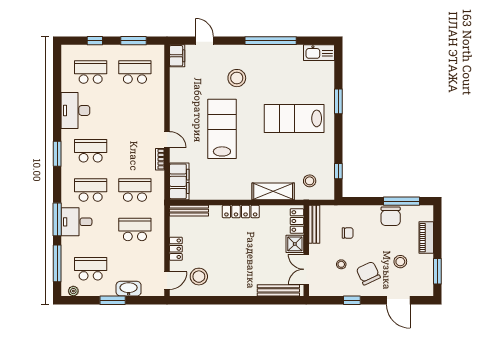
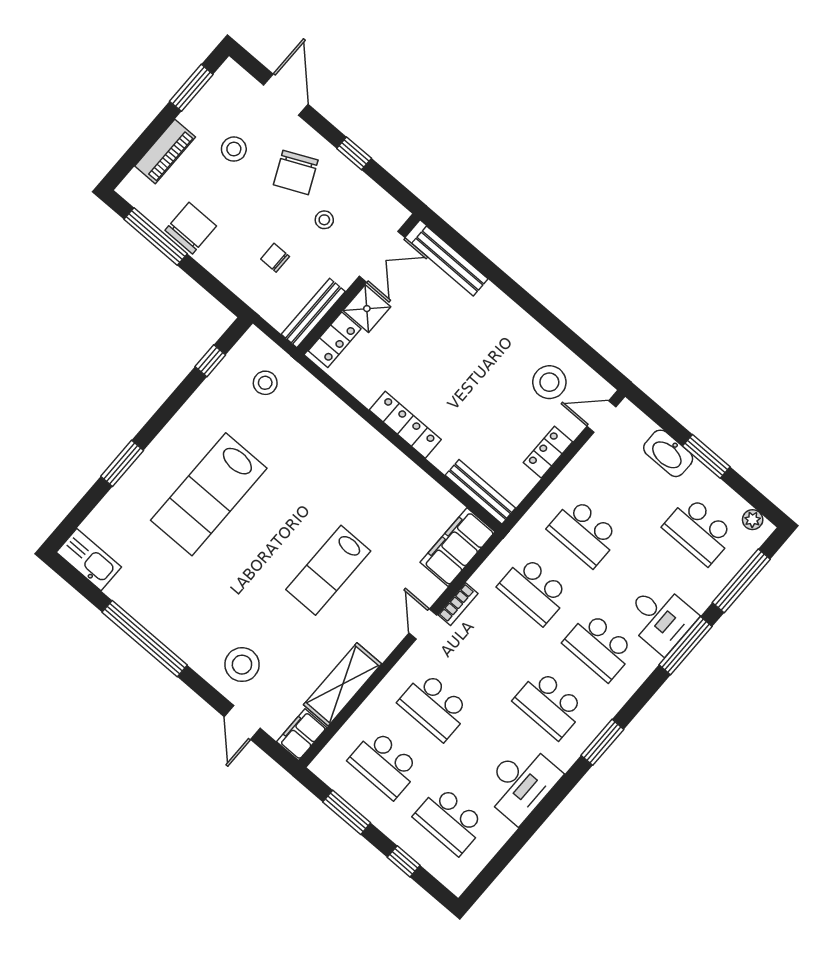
stool: (237, 78) -> (242, 665), moved
school desk: (135, 111) -> (434, 706), added
lab bench: (294, 118) -> (209, 494), turned 90
lab bench: (222, 129) -> (328, 570), width x0.73, depth x0.72
shelving: (273, 191) -> (343, 684), moved, turned 90

